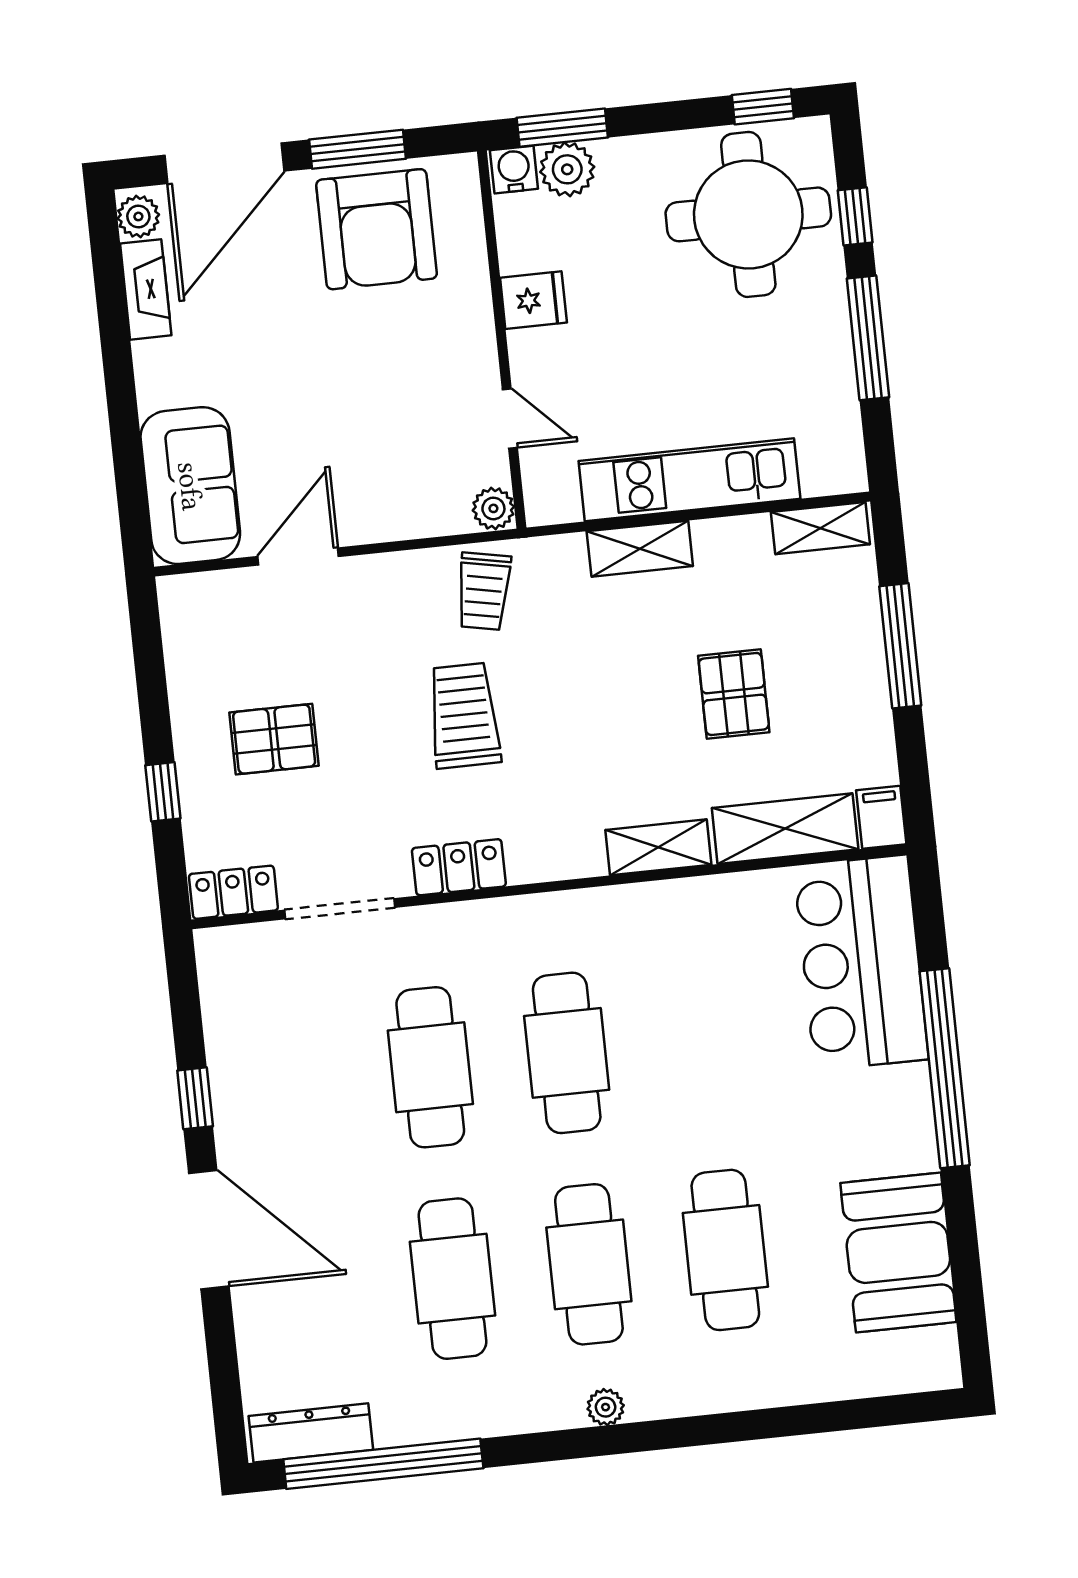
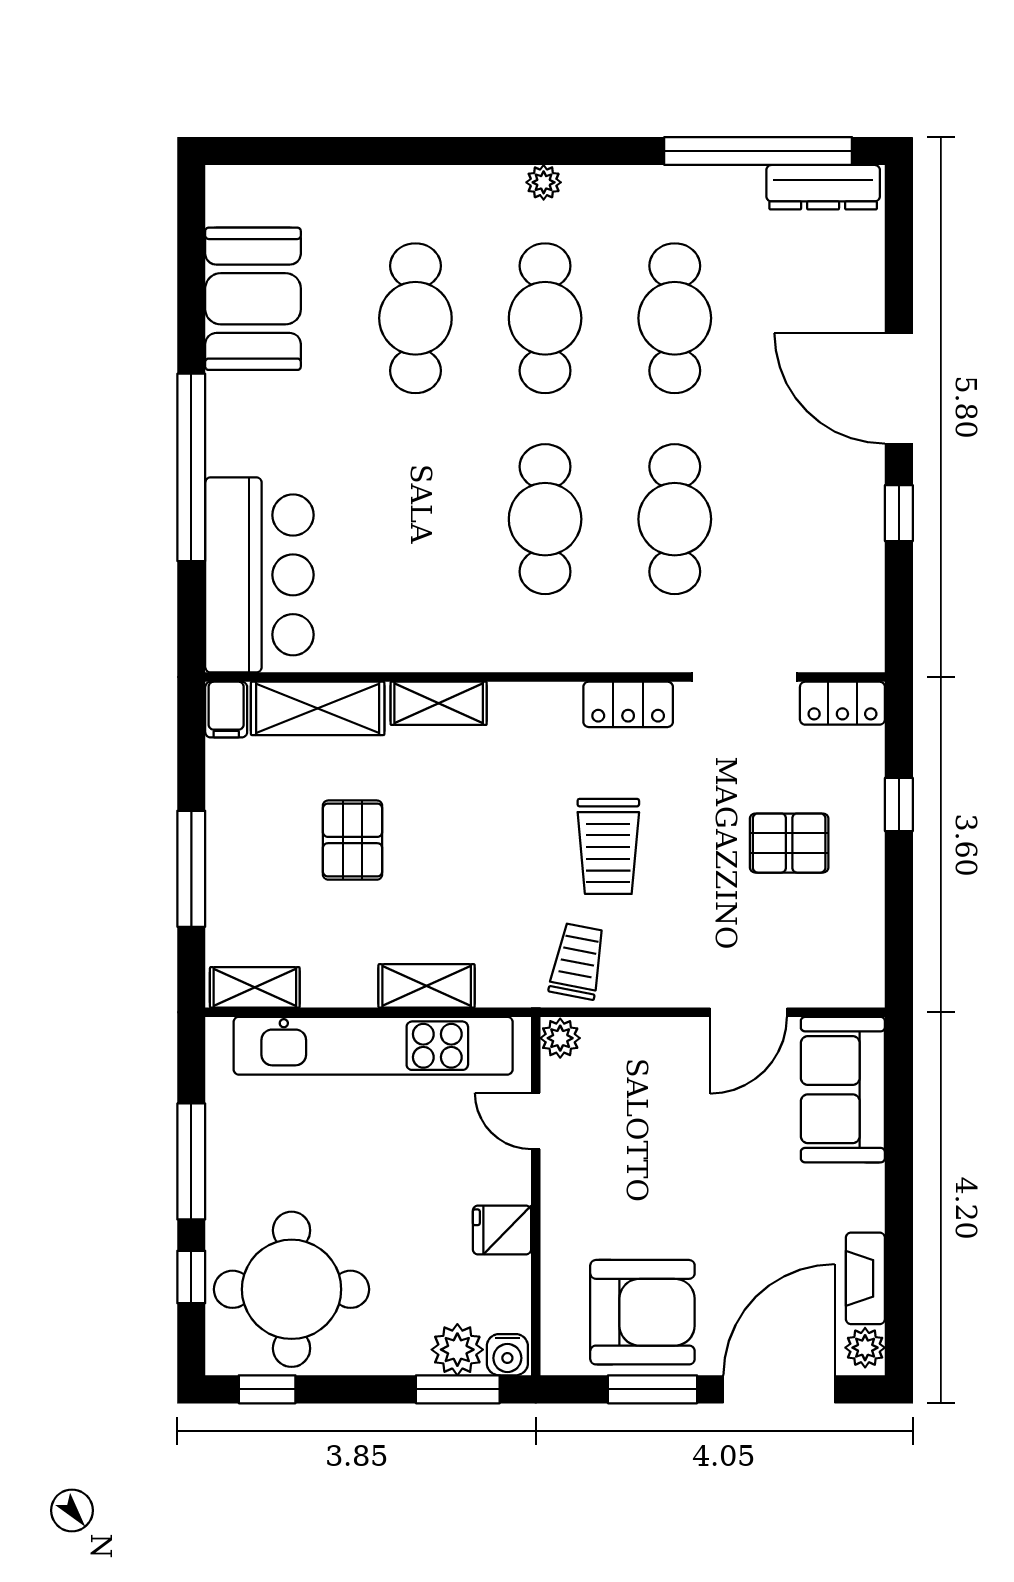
armchair: (377, 229) -> (642, 1312), turned 90
kitchen unit: (689, 480) -> (373, 1046), width x1.36

